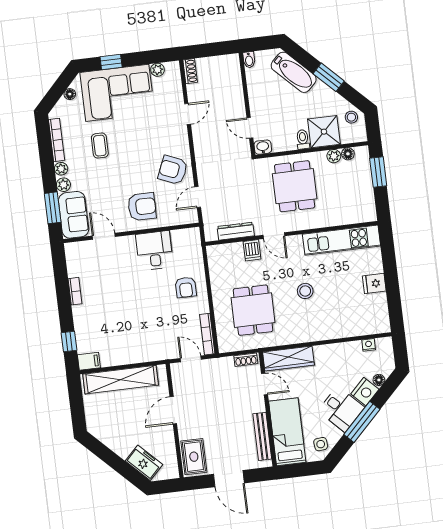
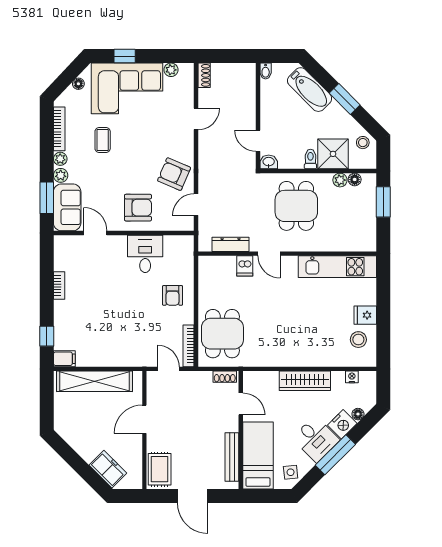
stool: (305, 291) -> (358, 340), moved
dining table: (253, 310) -> (222, 334), moved
wardrobe: (288, 358) -> (305, 381), moved

